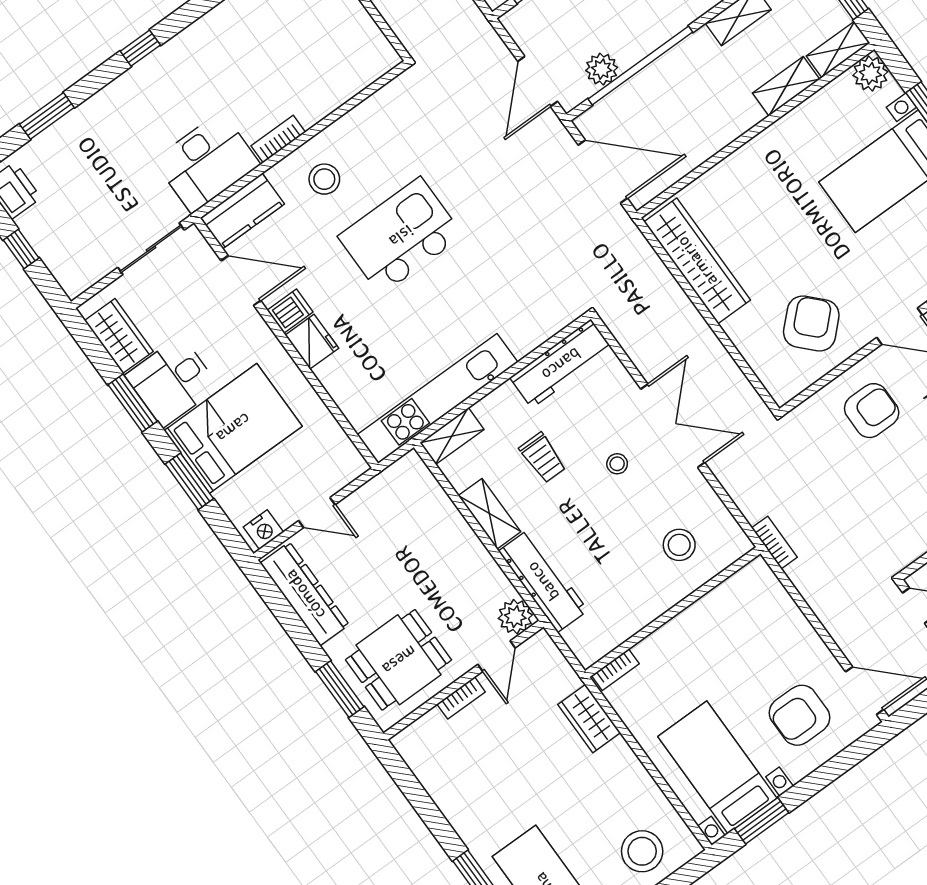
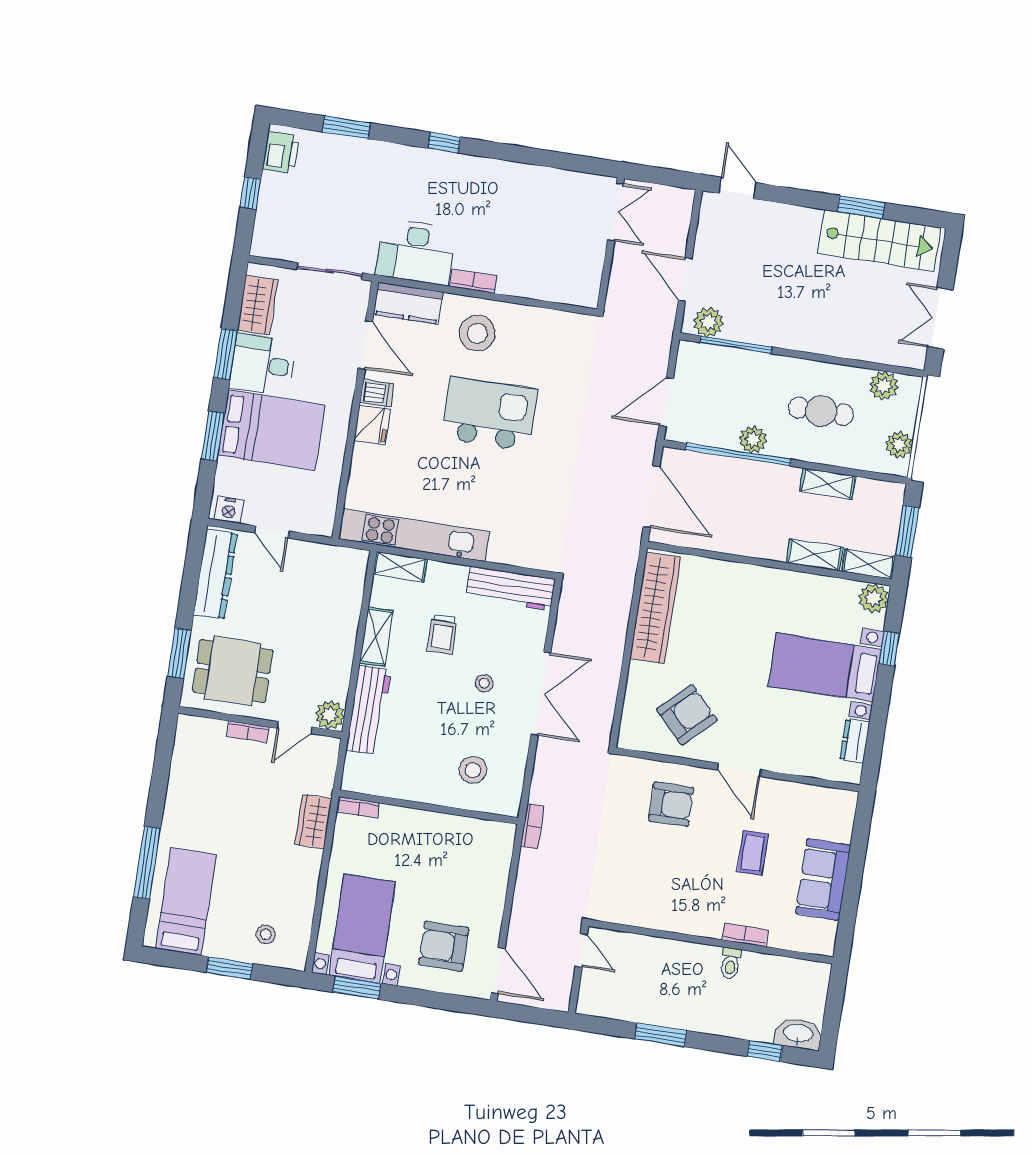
plant: (602, 69) -> (753, 440), moved
stool: (324, 179) -> (477, 333), width x1.38, depth x1.38
stool: (642, 851) -> (266, 934), width x0.53, depth x0.53

